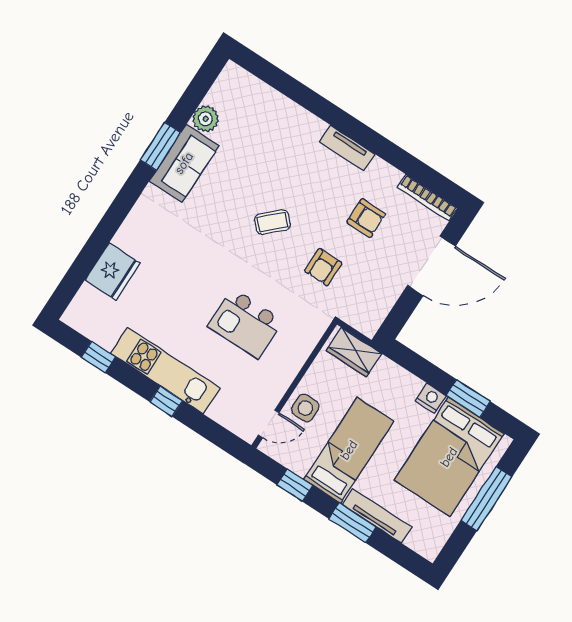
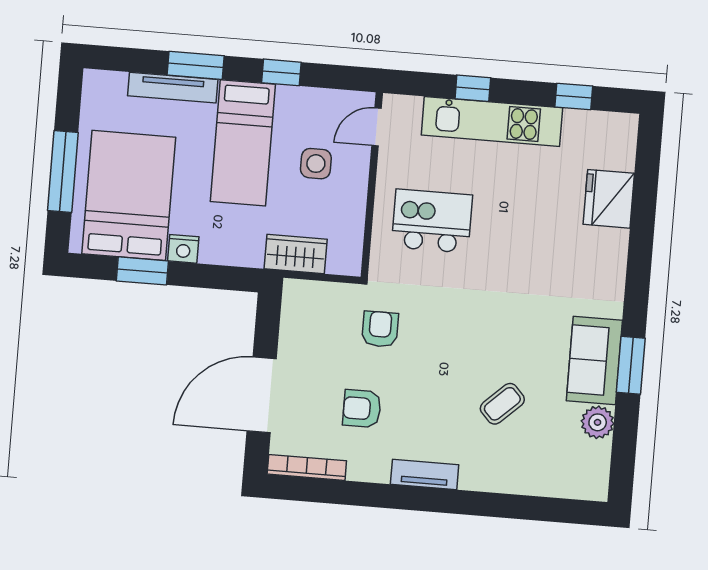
coffee table: (272, 222) -> (502, 404), moved
wall: (294, 385) -> (372, 185), moved
door: (269, 424) -> (377, 127), moved

